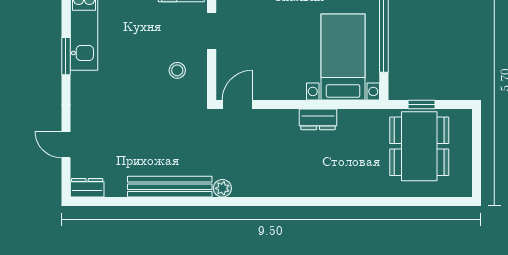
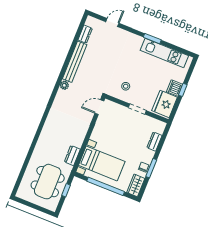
door: (237, 104) -> (99, 107), swing flipped
dresser: (318, 119) -> (72, 156), moved
dining table: (419, 146) -> (48, 182), turned 90
dresser: (87, 188) -> (85, 34), moved

